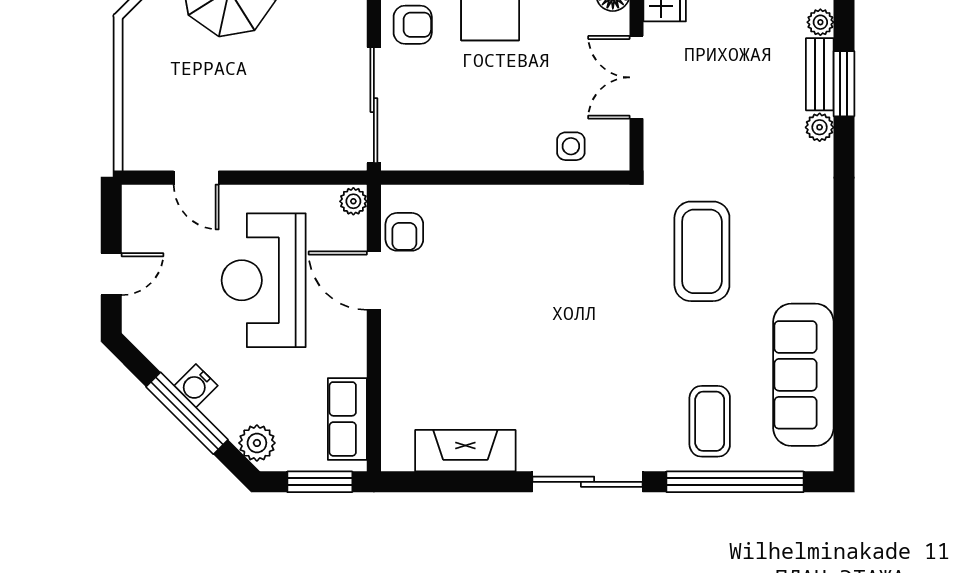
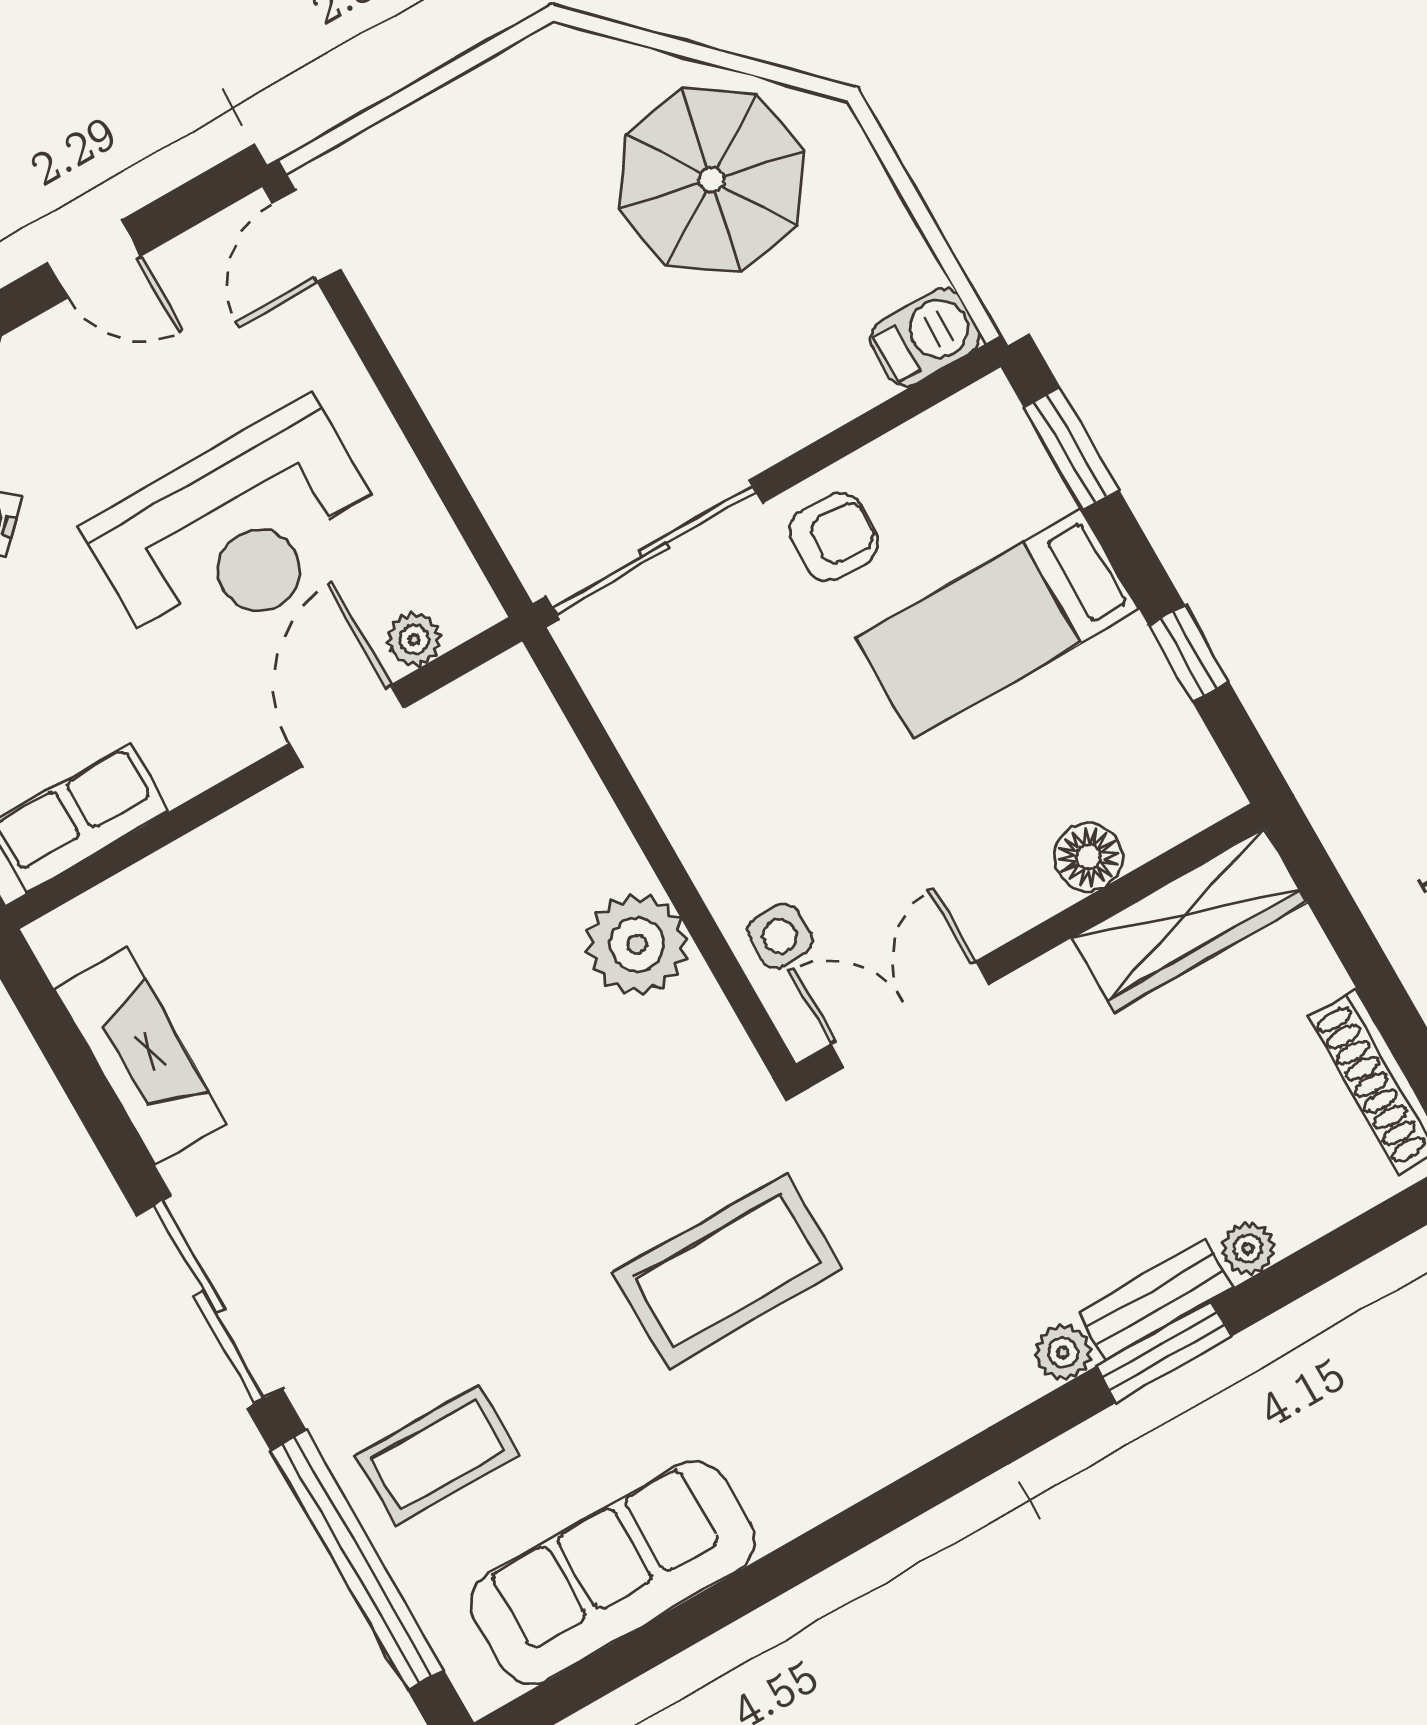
armchair: (413, 25) -> (834, 537), turned -87
double door: (637, 77) -> (910, 1014), moved
door: (196, 178) -> (306, 236), moved
plant: (353, 201) -> (414, 639), moved
plant: (539, 210) -> (637, 944), added
armchair: (404, 232) -> (463, 730), removed
reception desk: (264, 280) -> (237, 532), turned 180

